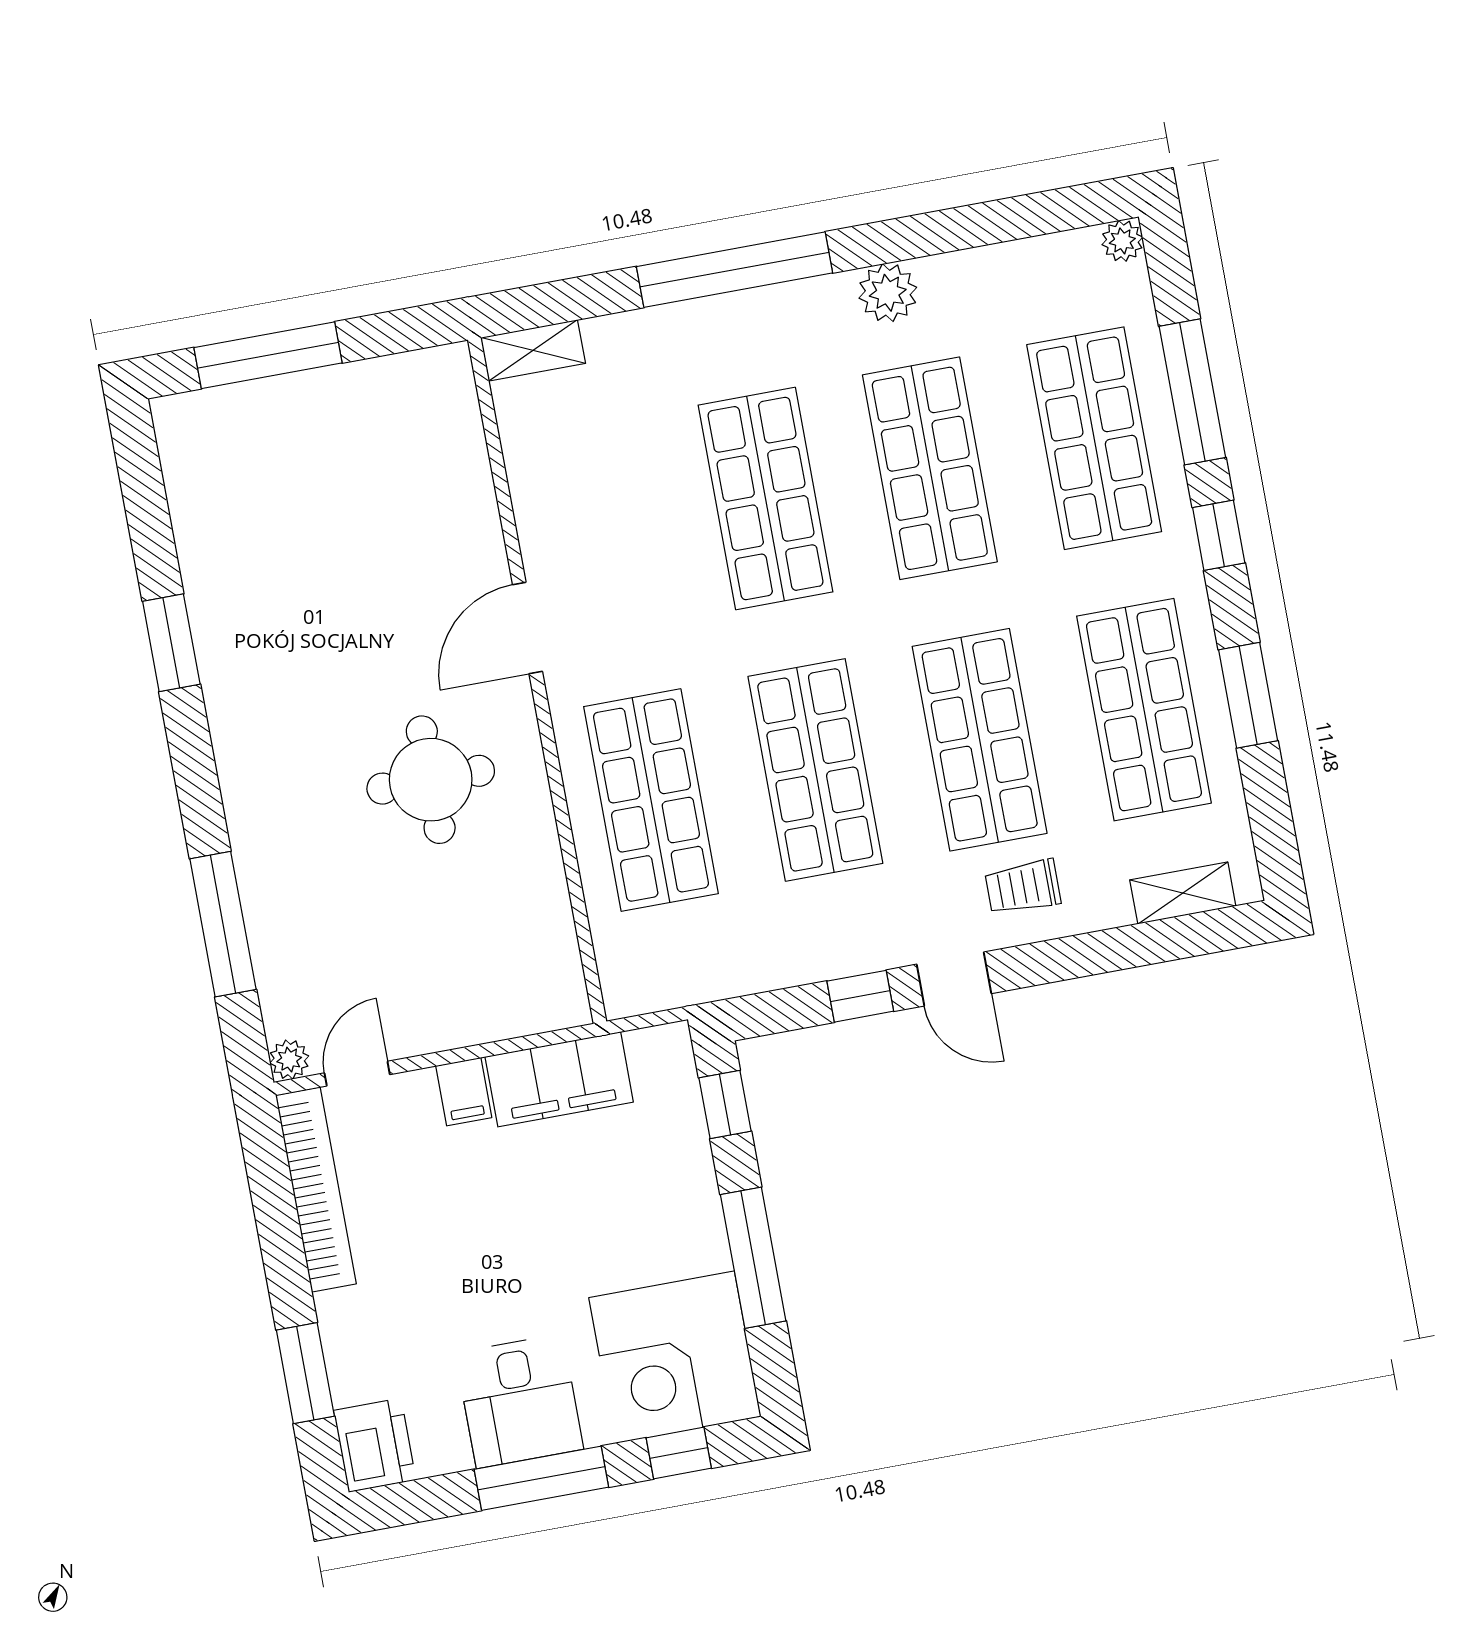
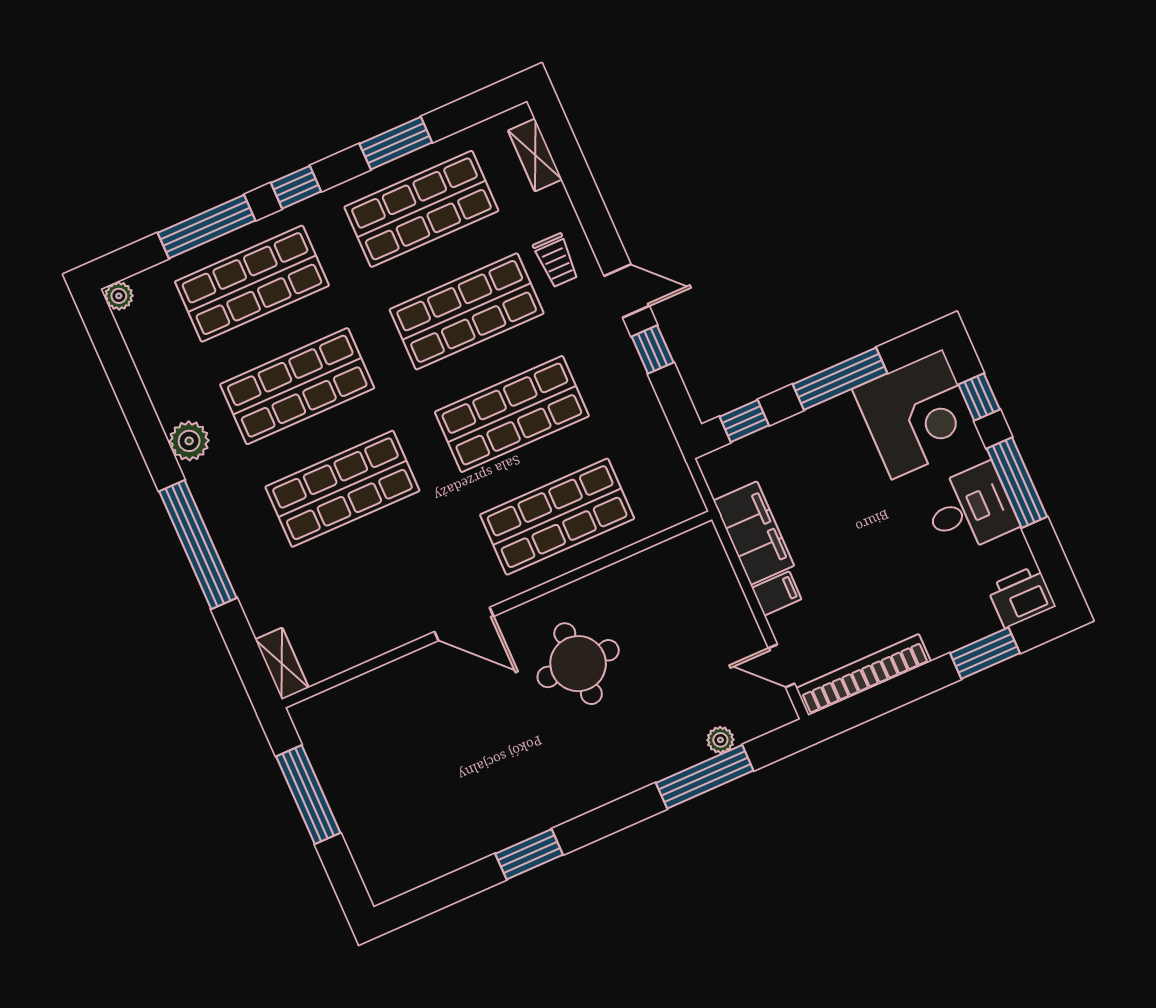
window: (268, 355) -> (308, 795), moved
door: (954, 979) -> (627, 291), hinge flipped
plant: (289, 1060) -> (720, 740), moved

